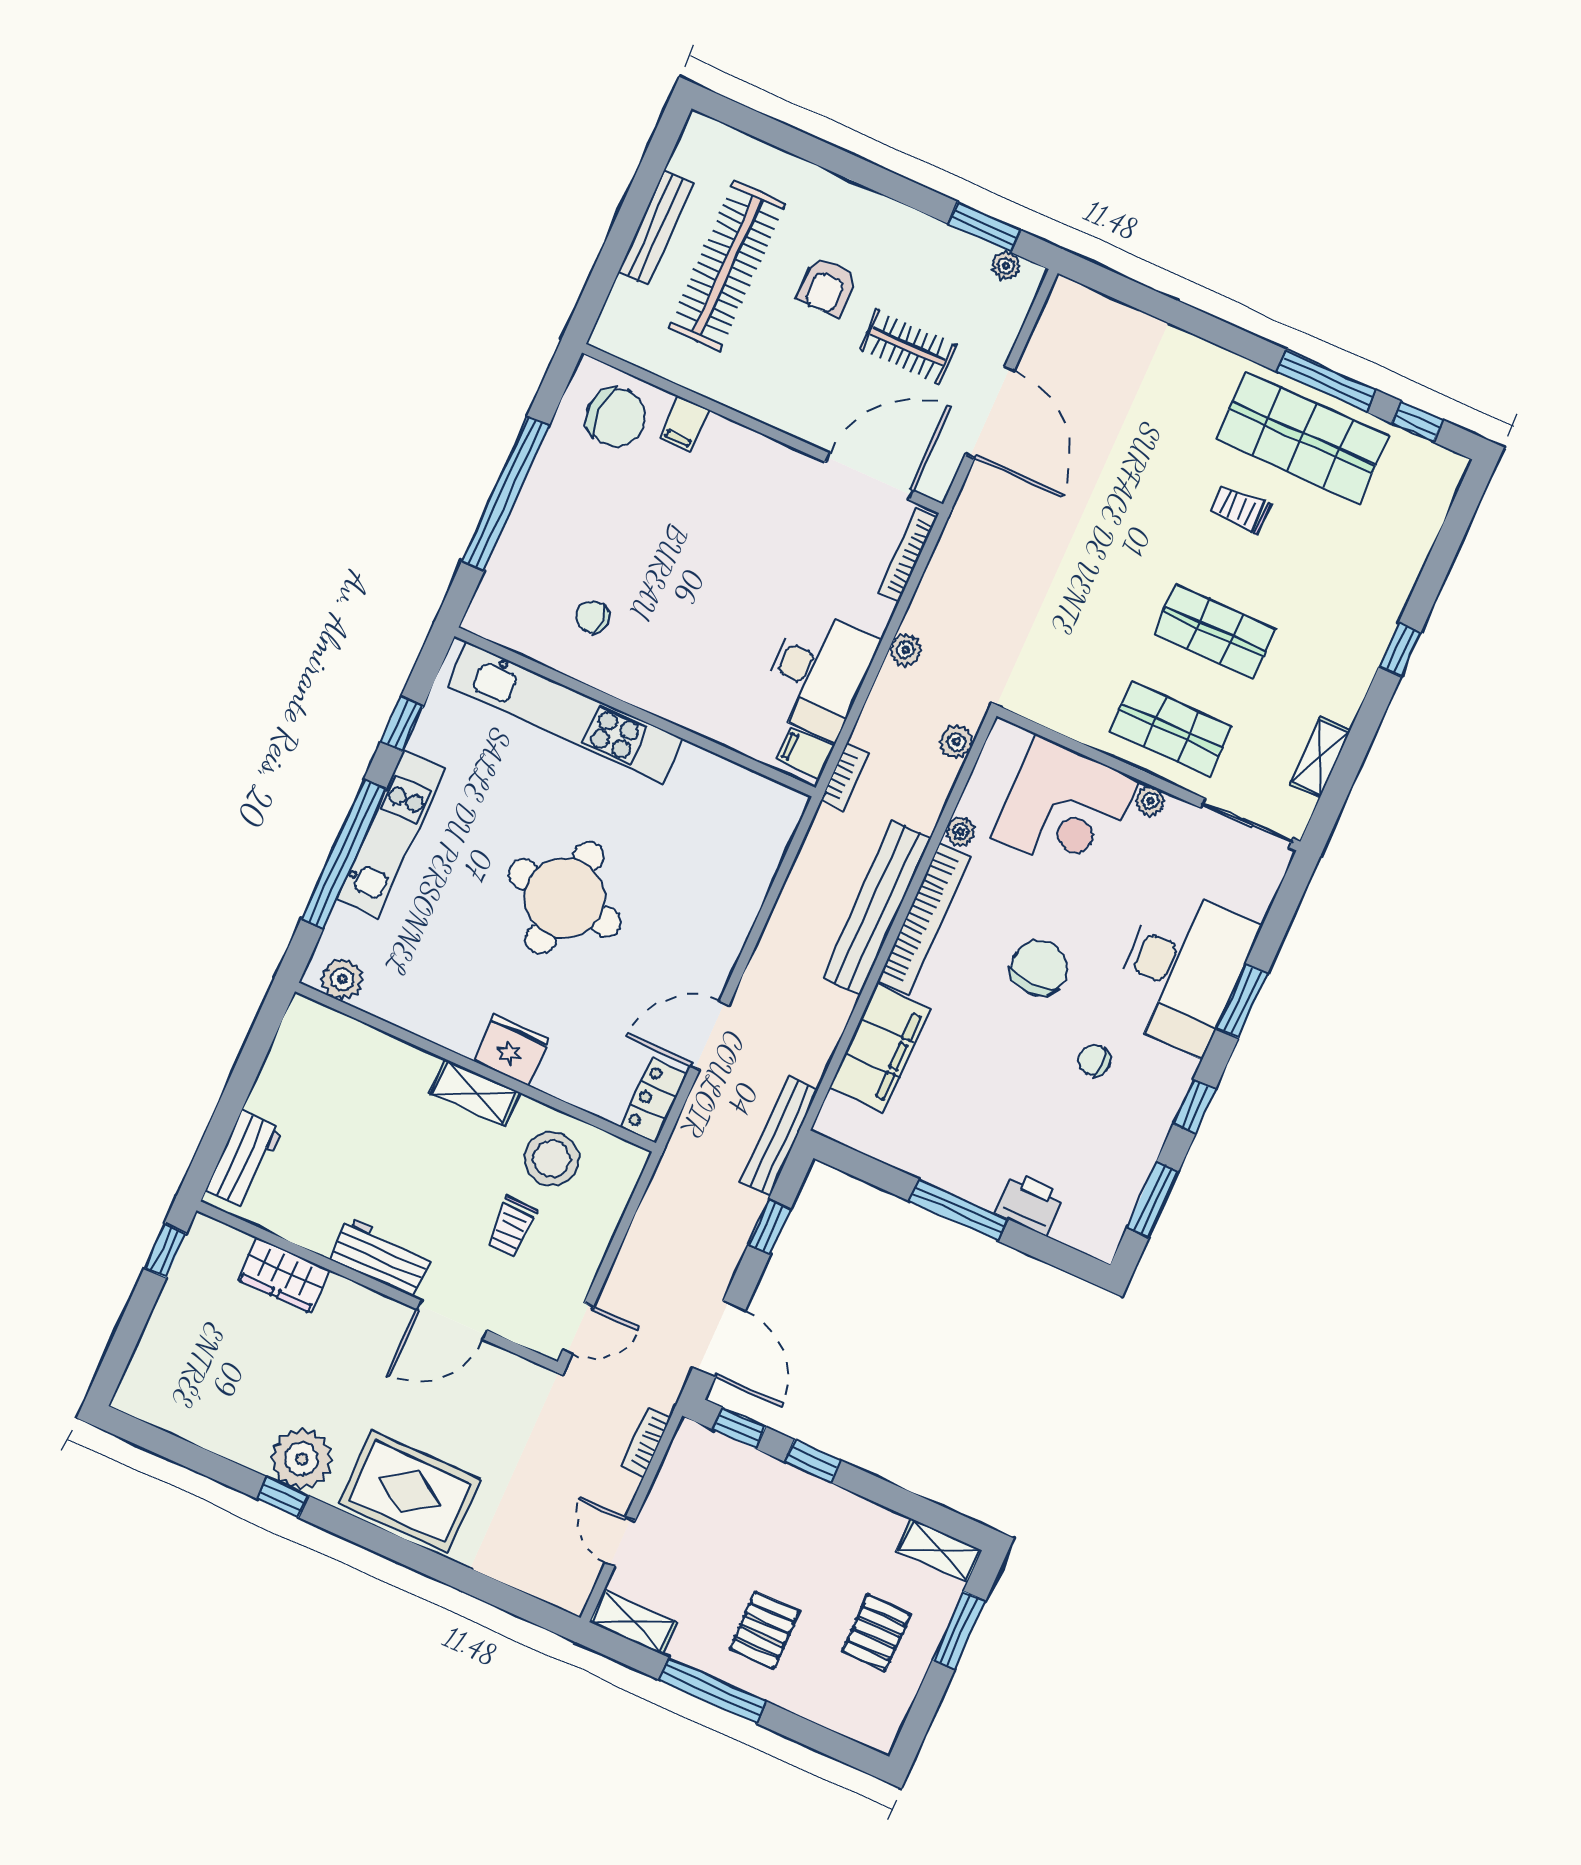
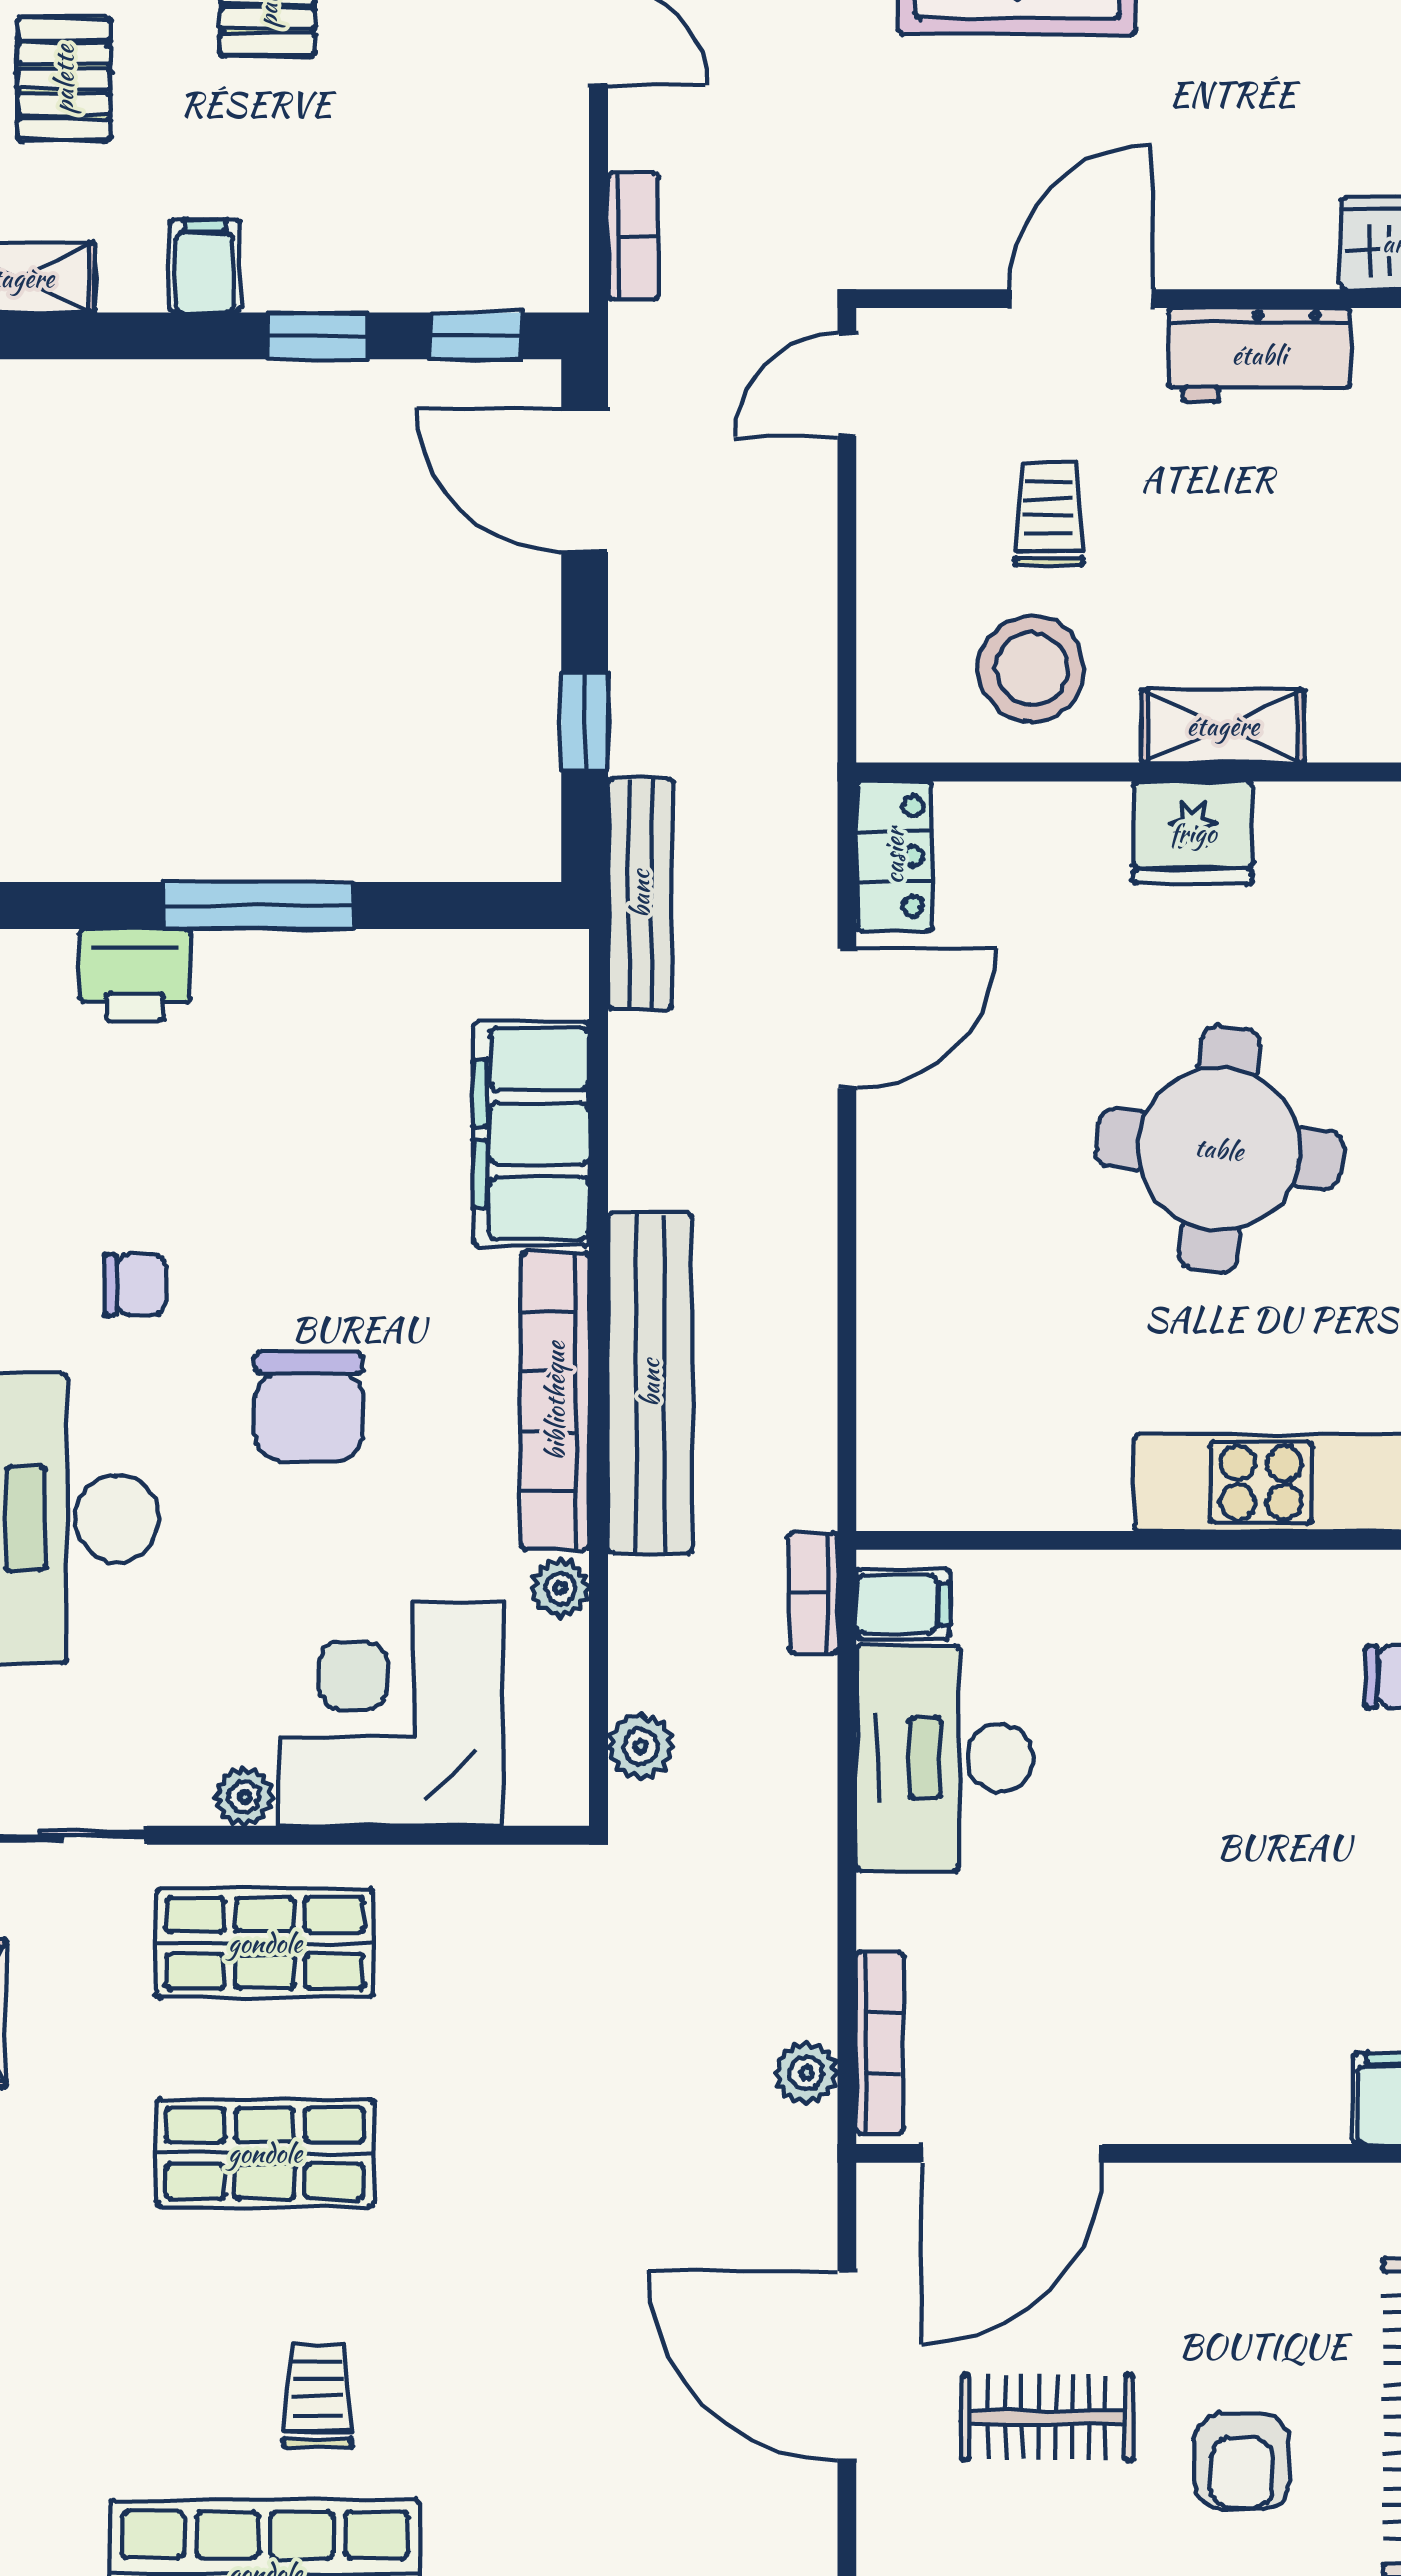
armchair: (827, 286) -> (1241, 2461), turned 180
trolley: (1240, 509) -> (318, 2395), turned -90
plant: (906, 650) -> (806, 2073), moved
filing cabinet: (850, 1517) -> (205, 266), added

